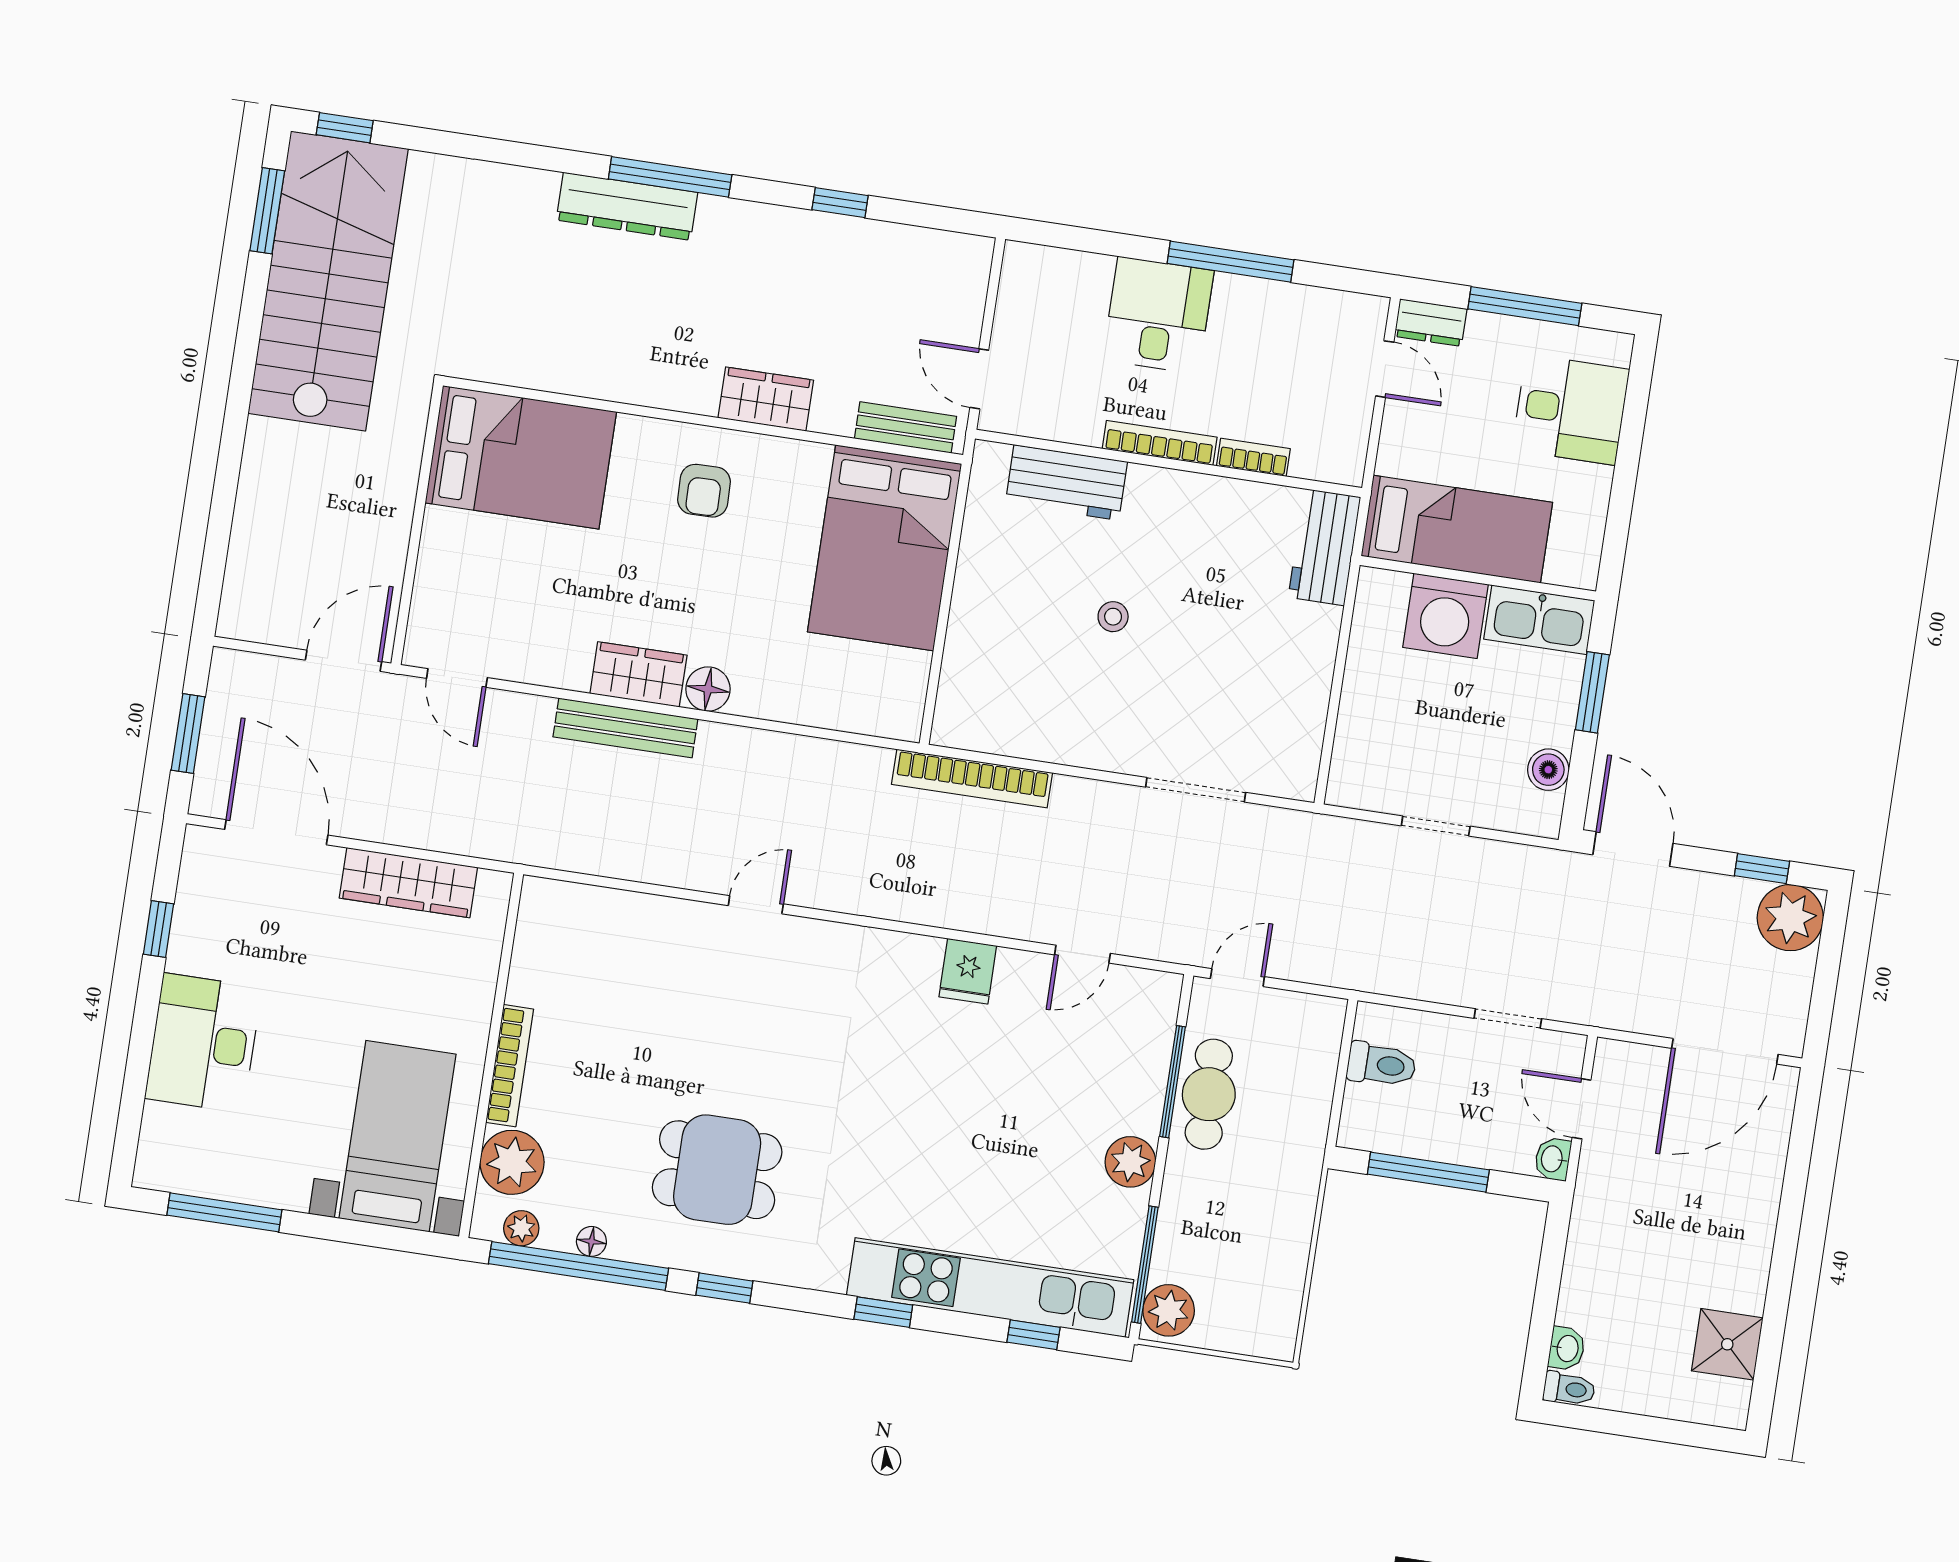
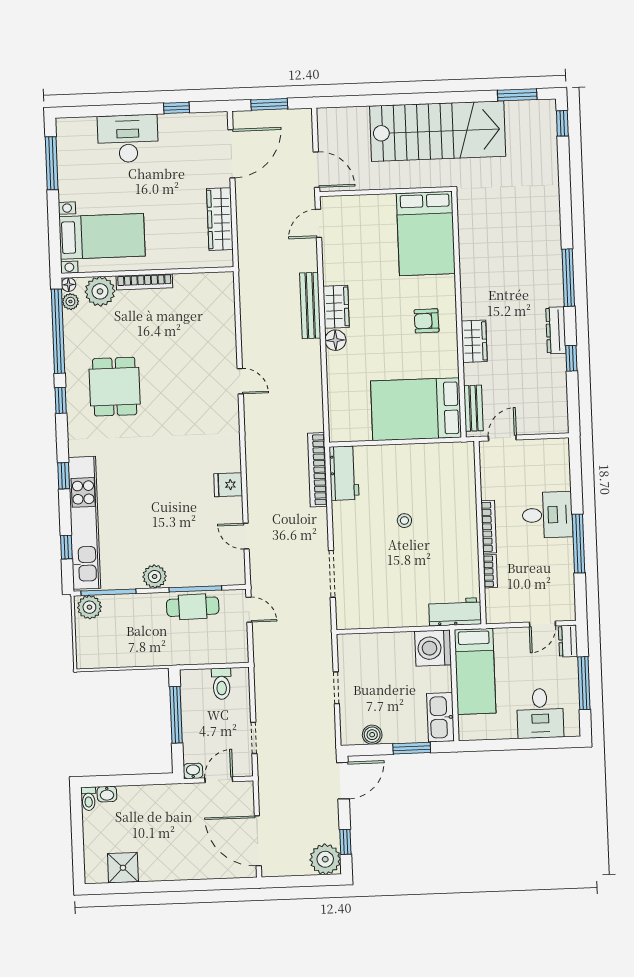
dresser: (627, 206) -> (556, 330), moved, width x0.73, depth x0.80
stairs: (328, 281) -> (438, 131), moved
workbench: (1066, 482) -> (344, 473), moved, turned 180
washing machine: (1446, 616) -> (433, 648), moved
floor lamp: (591, 1241) -> (69, 285), moved

